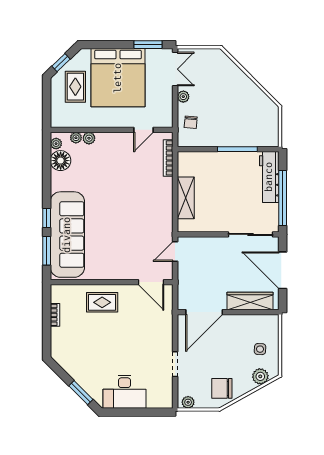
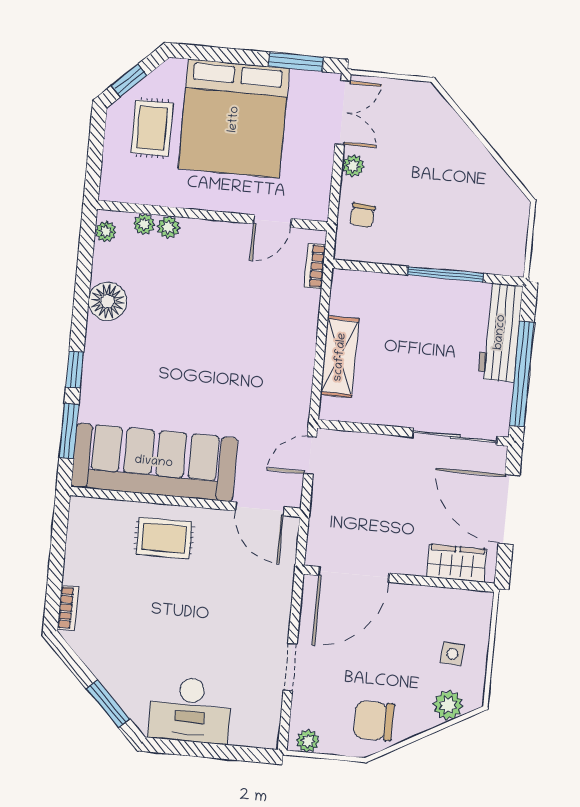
bookcase: (168, 158) -> (315, 266), width x0.64
floor lamp: (61, 161) -> (108, 301), moved
sofa: (67, 235) -> (154, 462), moved, turned -90
wardrobe: (250, 301) -> (457, 563), width x0.67
bookcase: (55, 315) -> (68, 608), moved

